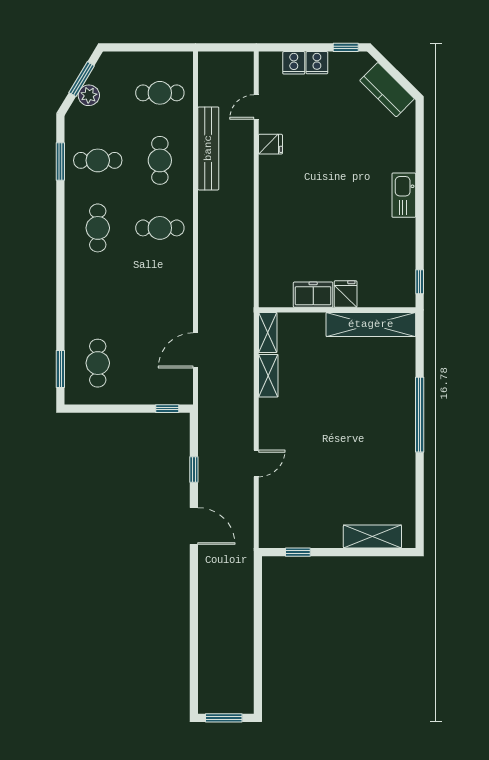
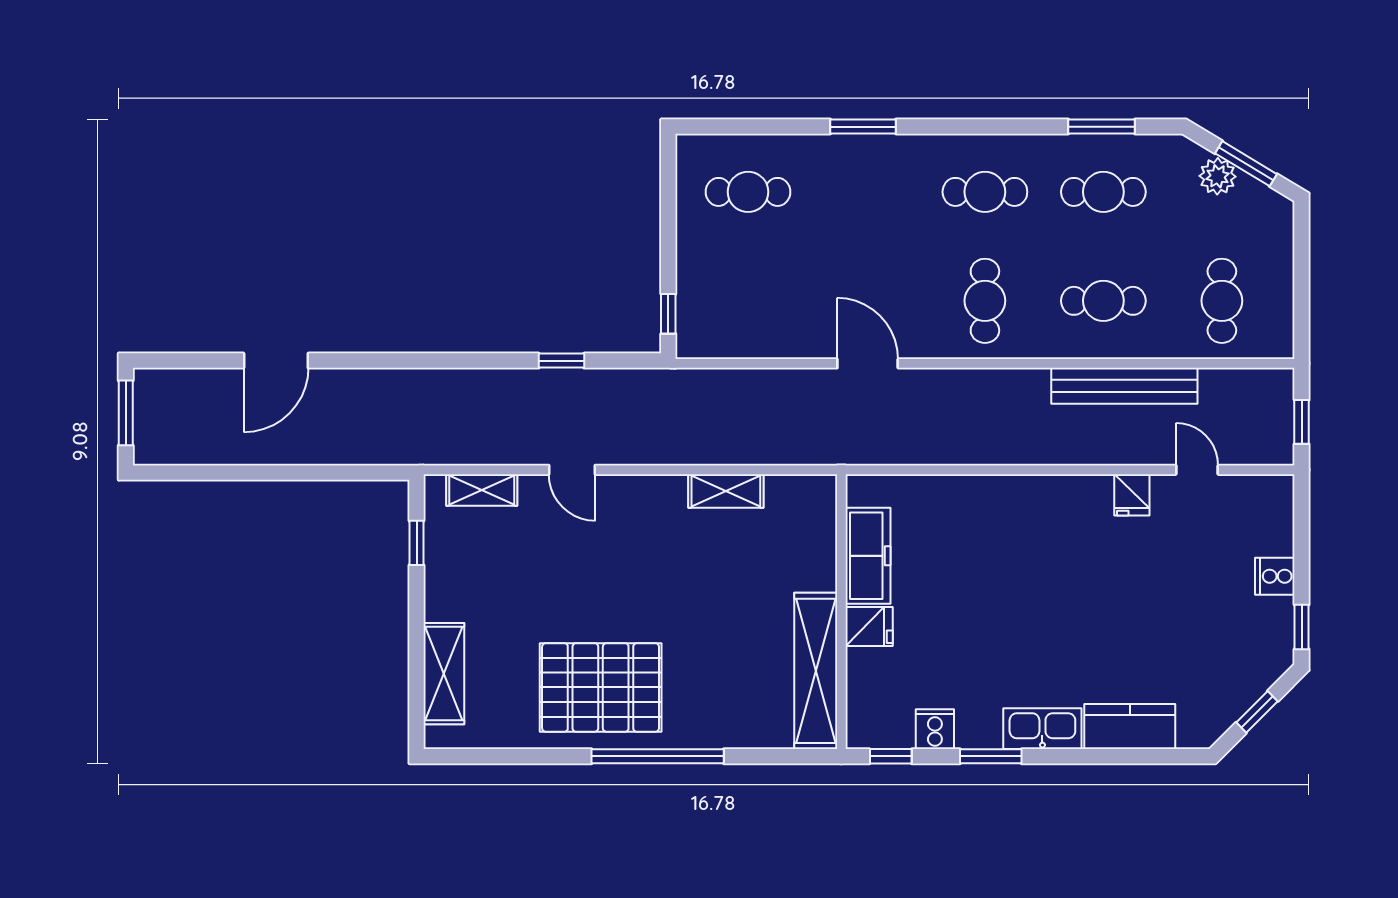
window: (229, 47) -> (1302, 422), added
cooker: (294, 63) -> (935, 729), moved, turned 90
window: (394, 73) -> (1257, 712), added
kitchen counter: (387, 90) -> (1130, 726), moved, turned 45
cafe table: (98, 160) -> (1103, 192), turned 90
window: (420, 225) -> (991, 756), added
freezer: (313, 295) -> (868, 556), width x1.40
shelving: (268, 332) -> (482, 490), moved
door: (196, 350) -> (868, 363), moved
window: (60, 369) -> (863, 127), moved
pallet: (380, 447) -> (601, 687), added
door: (194, 526) -> (276, 361), moved

